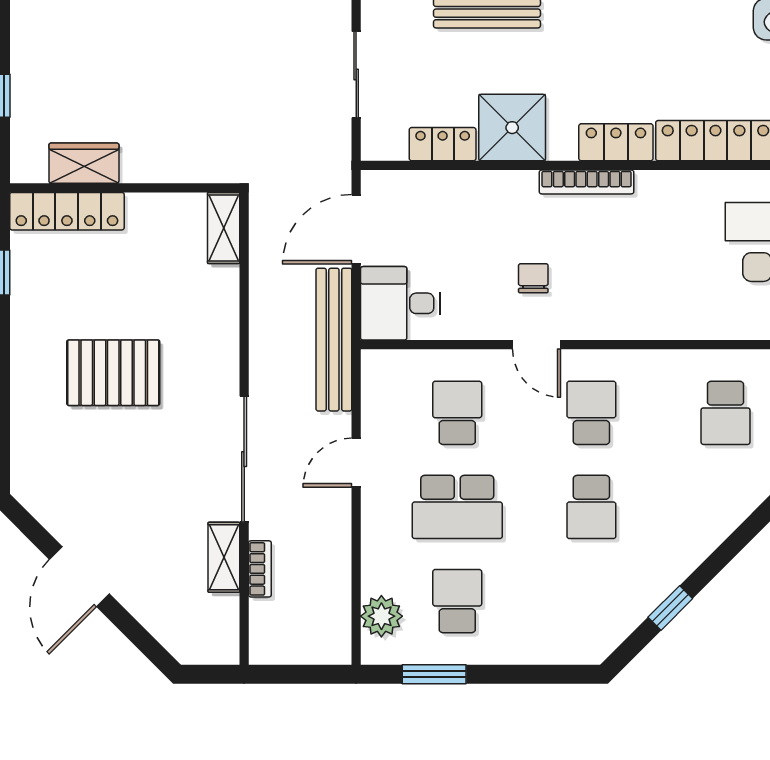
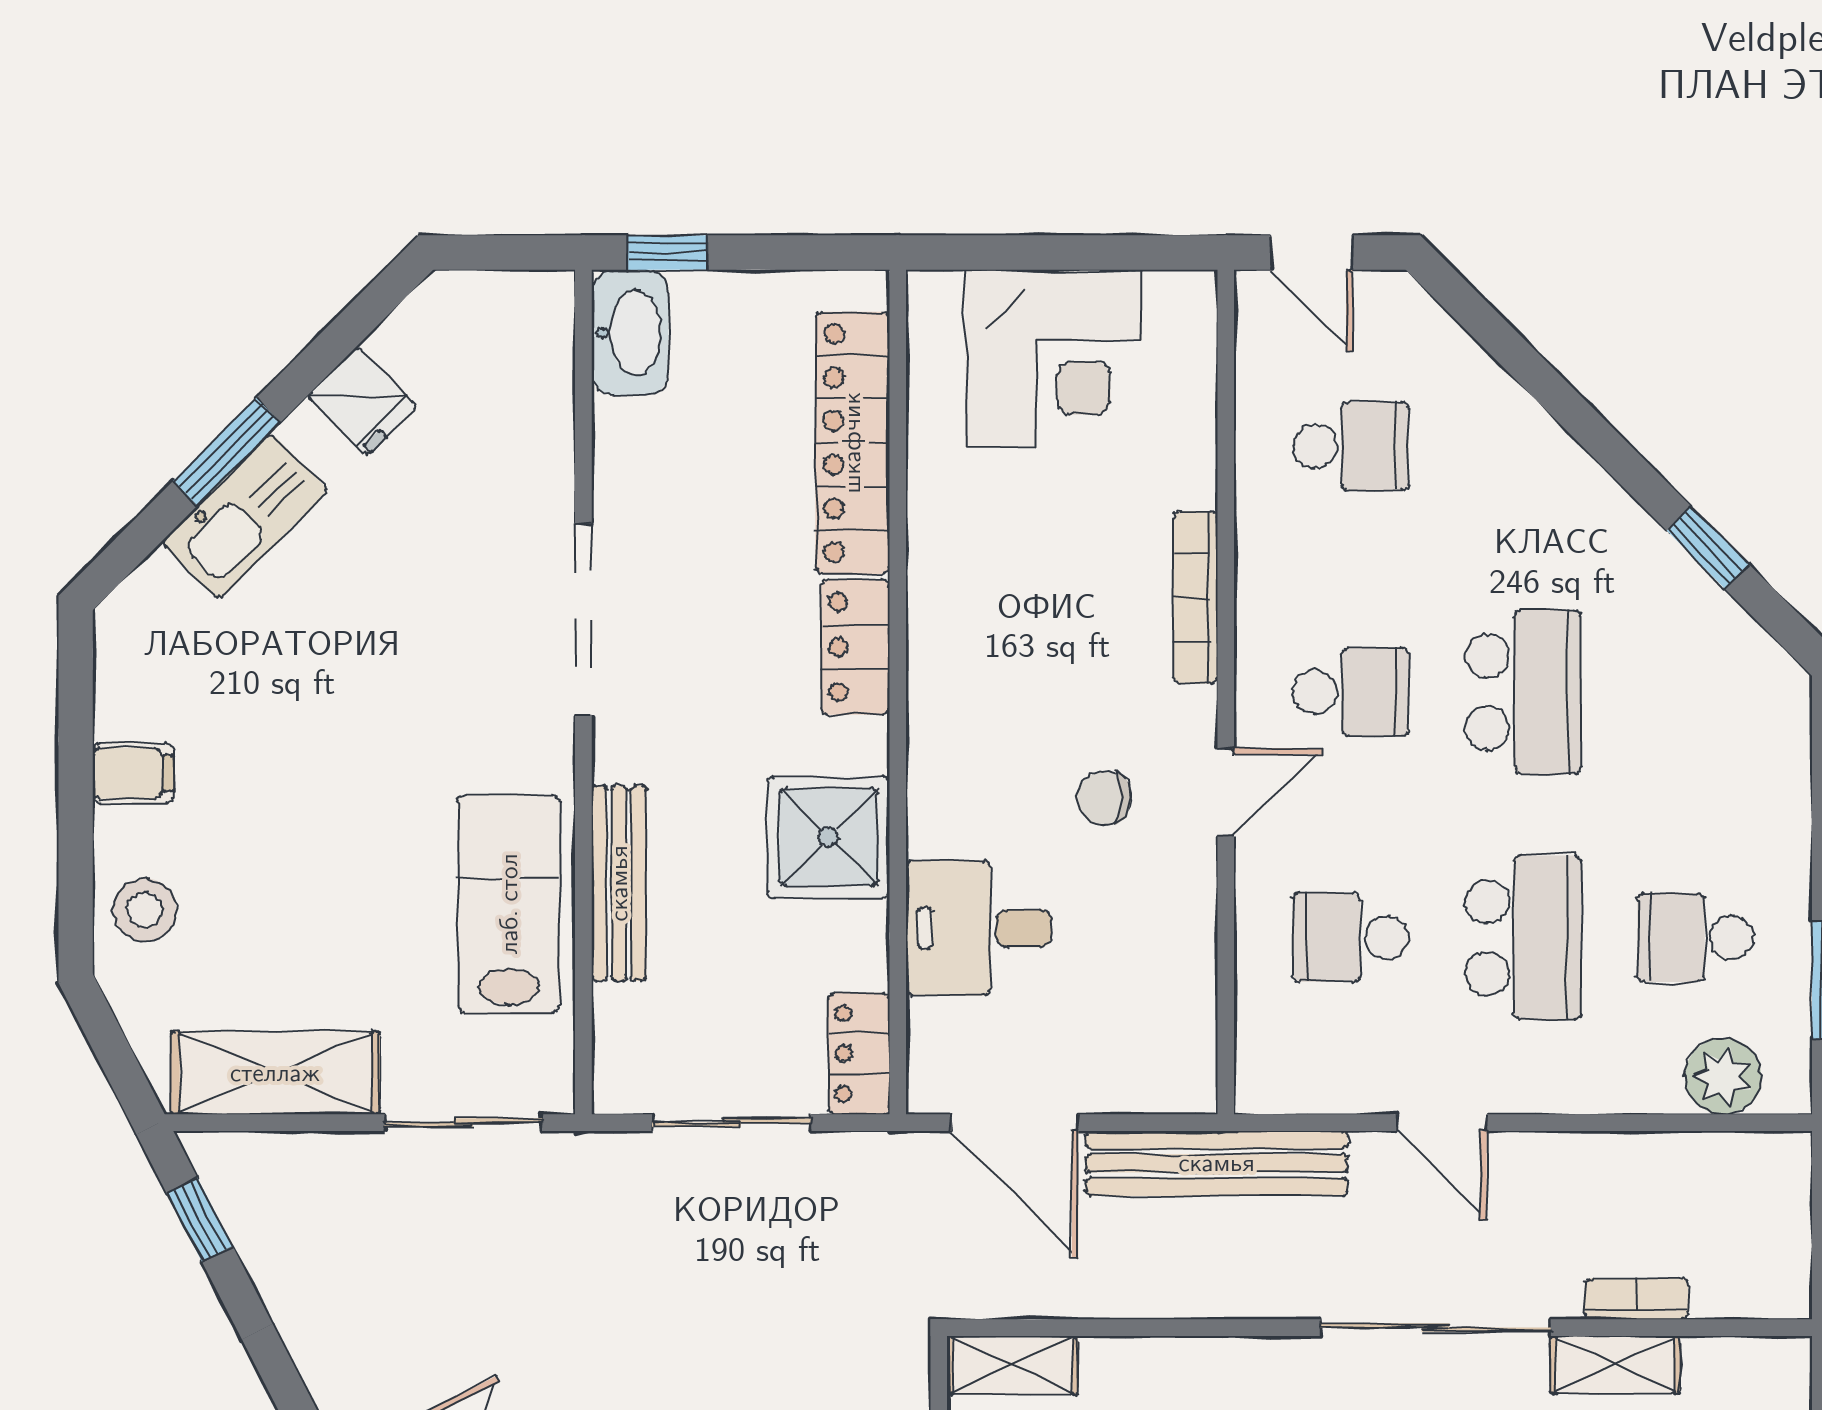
locker: (443, 144) -> (859, 1054), moved
bookcase: (587, 182) -> (1196, 597), moved, turned 180
desk: (400, 303) -> (979, 928), moved, turned 90
school desk: (591, 413) -> (1351, 692), turned 180
school desk: (591, 507) -> (1523, 692), width x1.85

